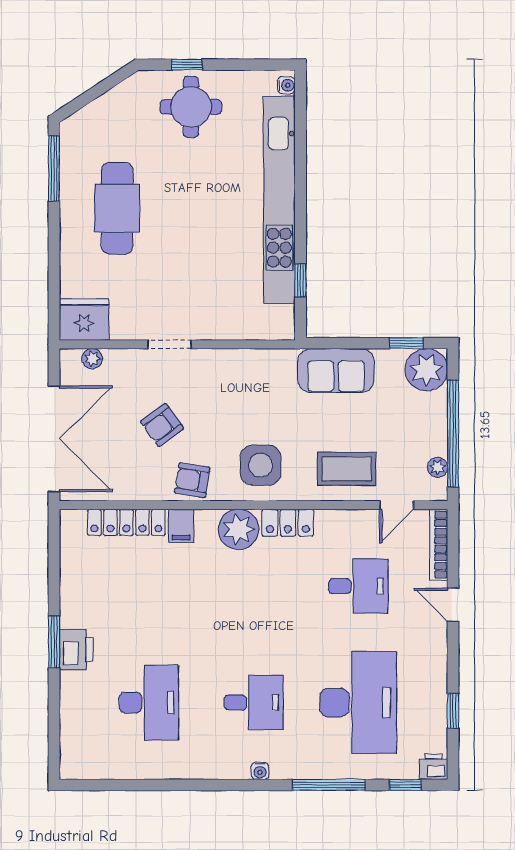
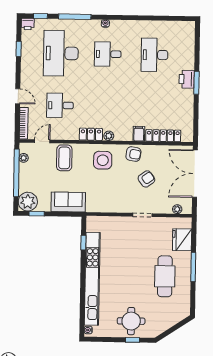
window: (54, 168) -> (193, 267), moved
fridge: (84, 320) -> (182, 240), moved, turned 90
coffee table: (347, 469) -> (64, 158), turned 90
plant: (239, 529) -> (109, 136), width x0.53, depth x0.53

